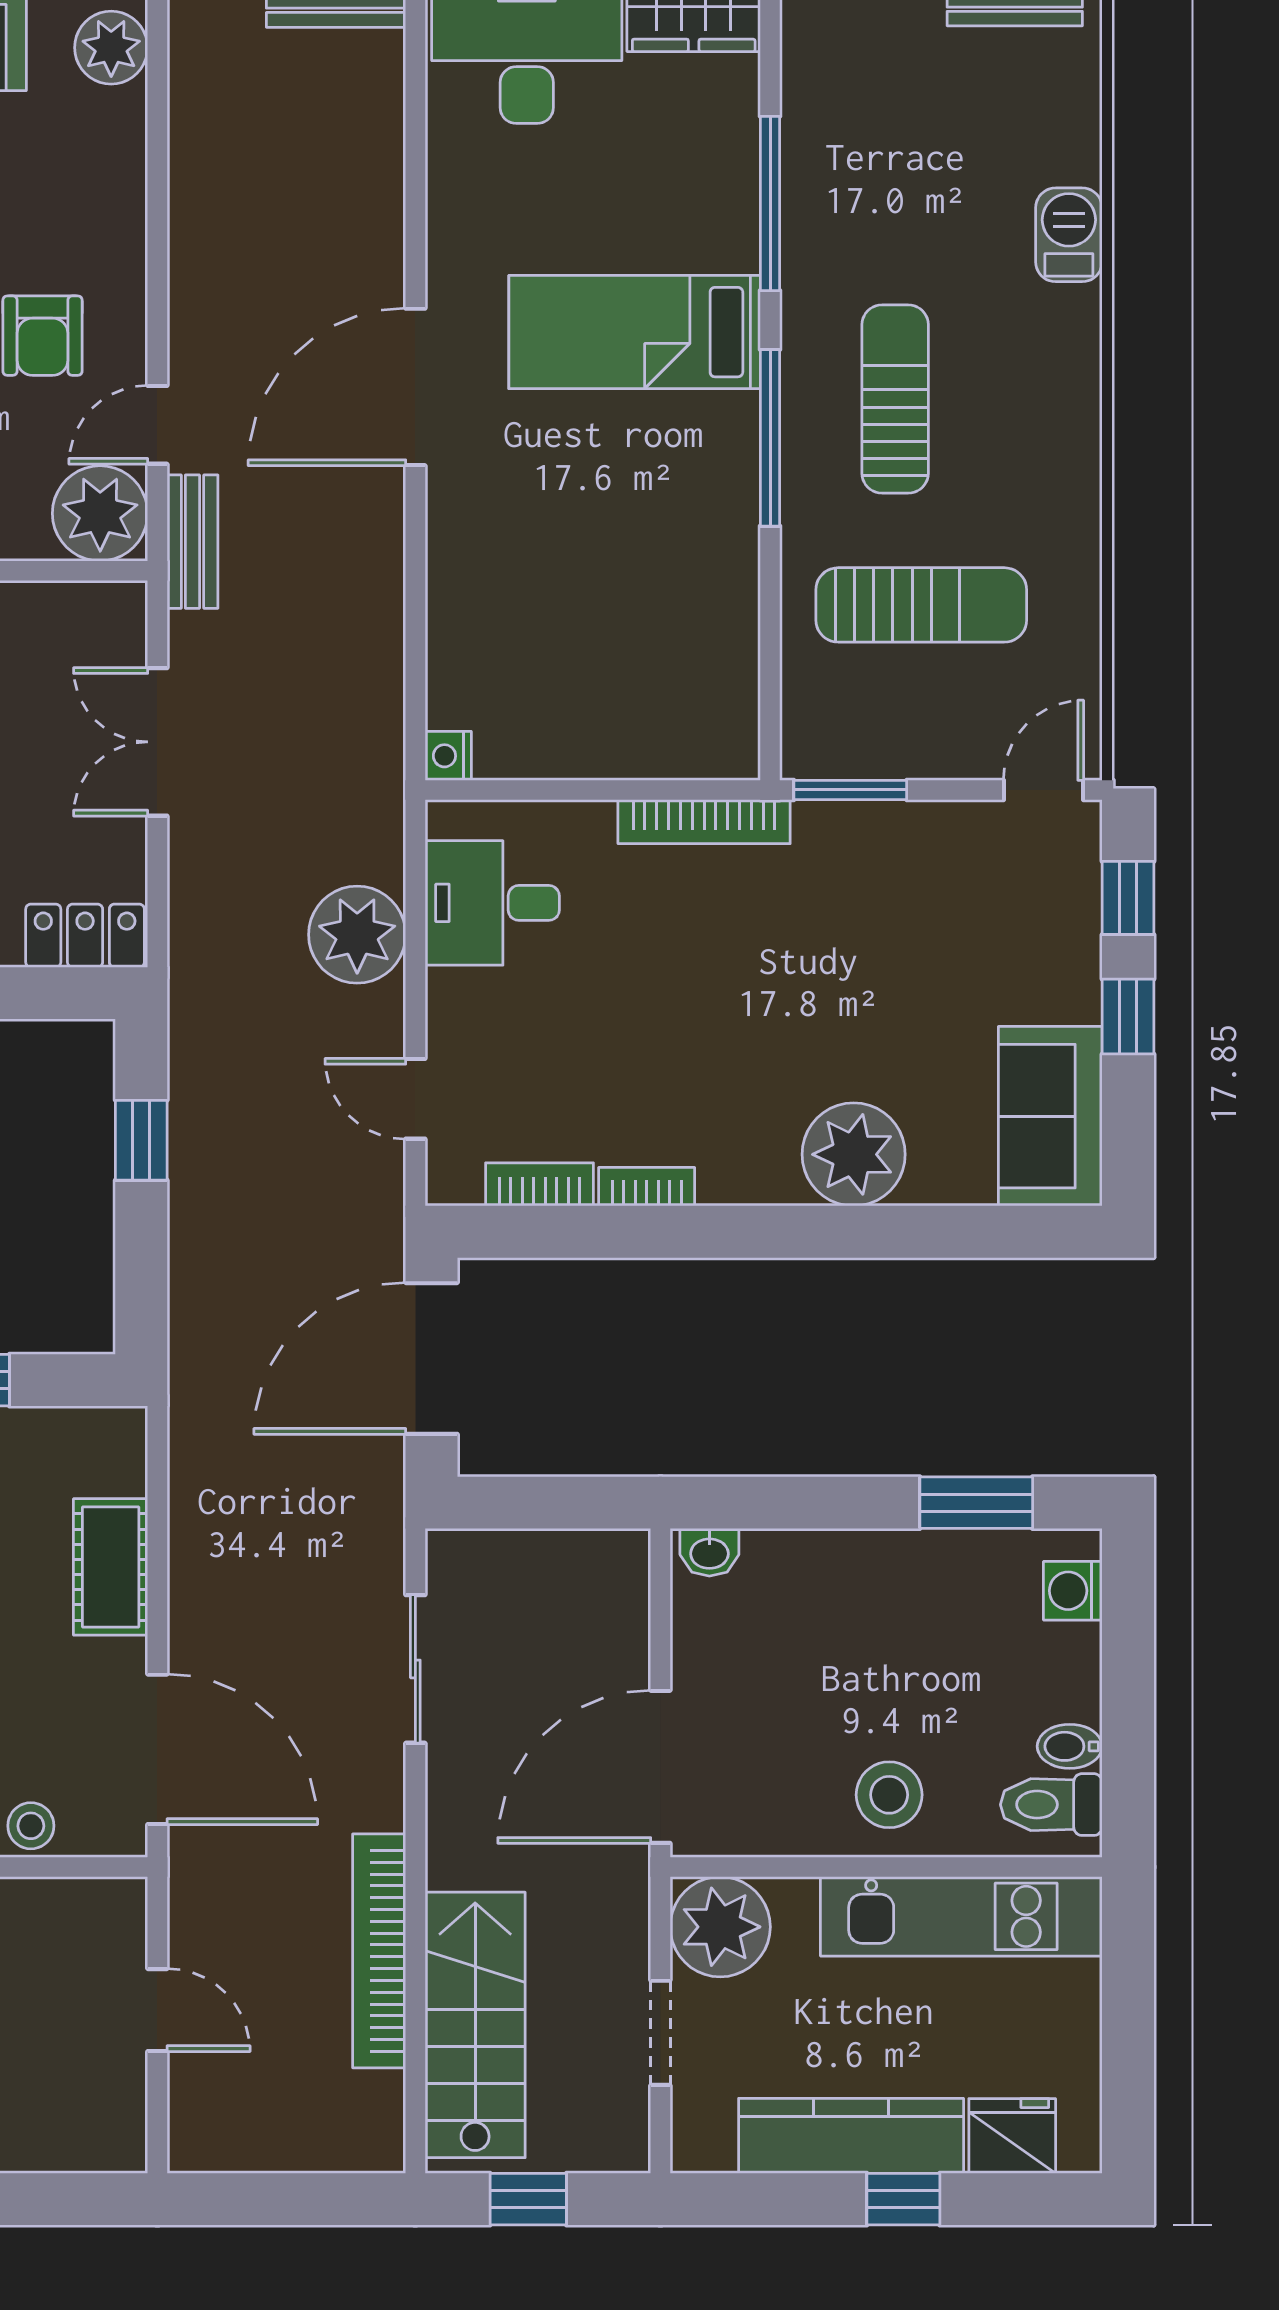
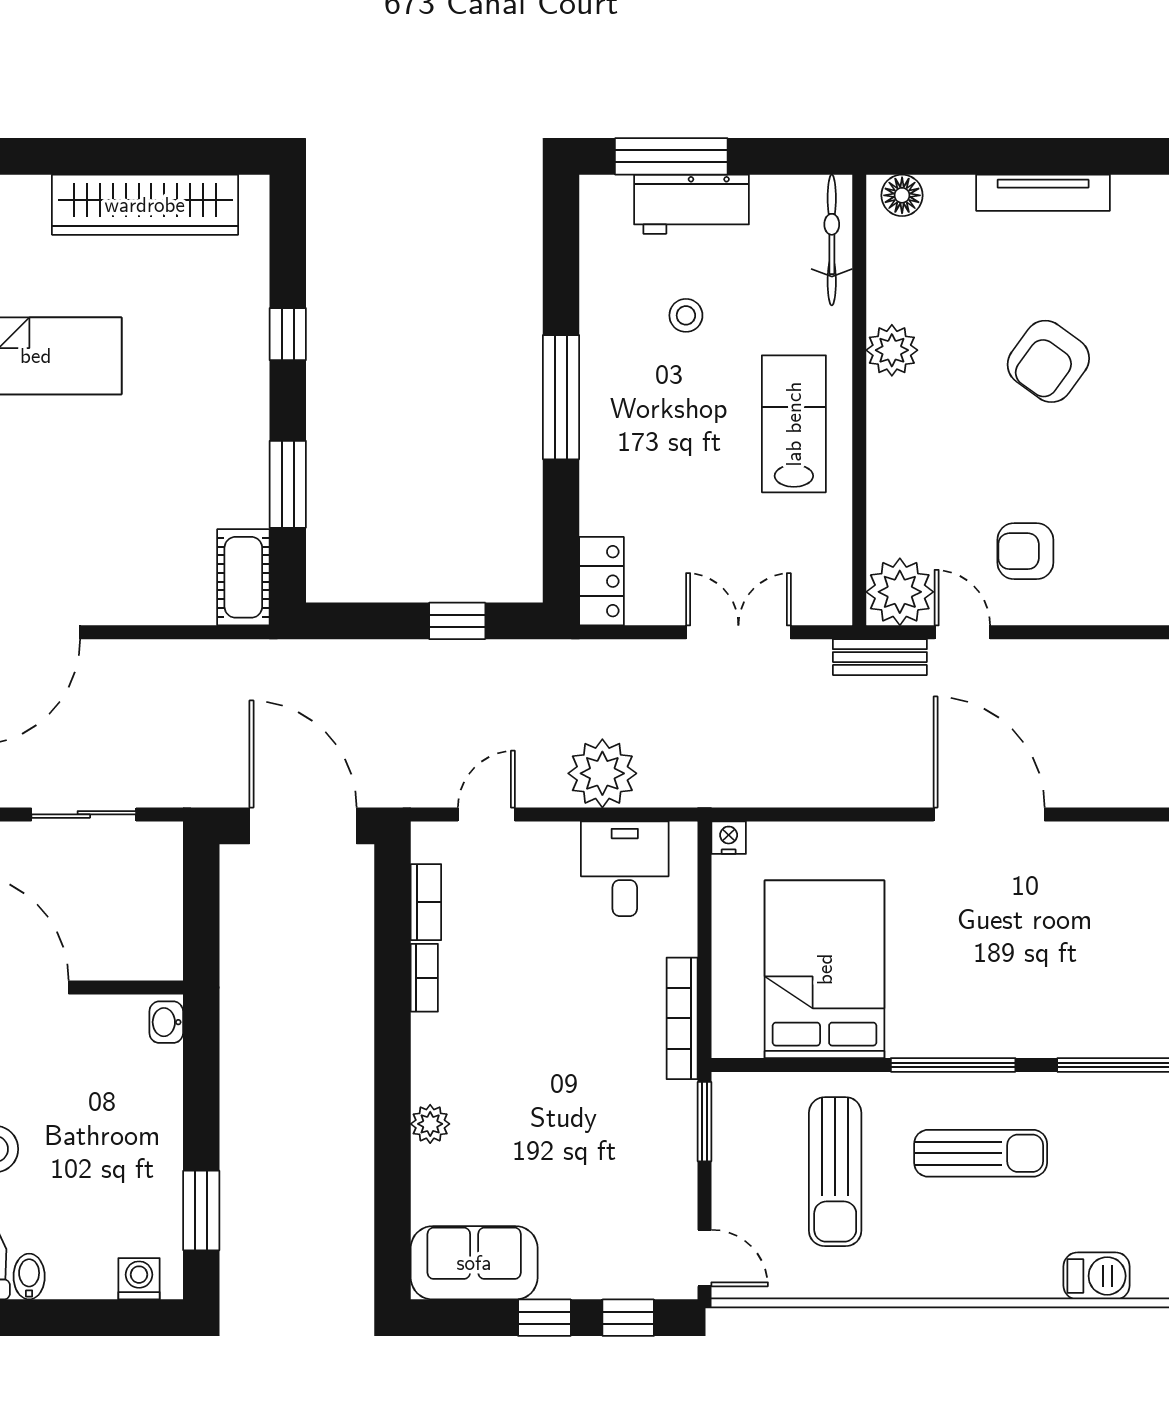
bed: (635, 332) -> (825, 969), moved, width x1.50
plant: (854, 1154) -> (430, 1124), width x0.53, depth x0.53
cot: (111, 1567) -> (243, 577), moved, turned 90

